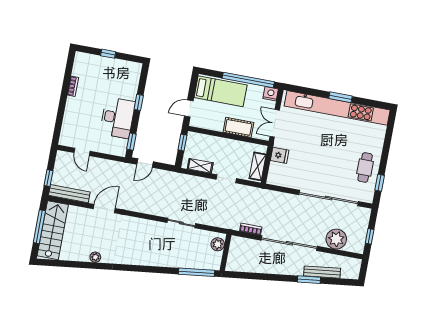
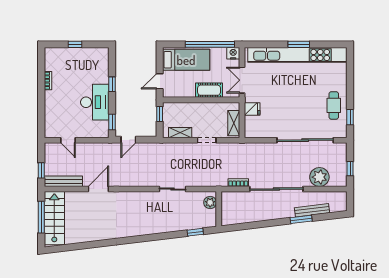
plant: (95, 257) -> (99, 236), removed
window: (196, 272) -> (195, 232), width x0.46

